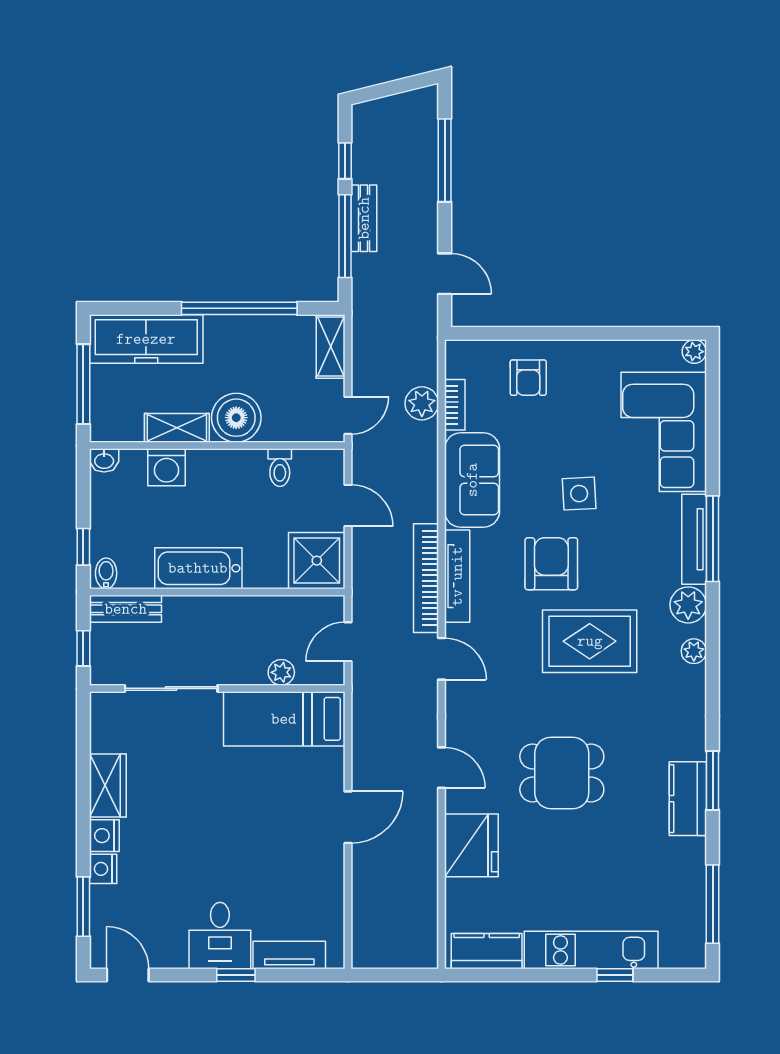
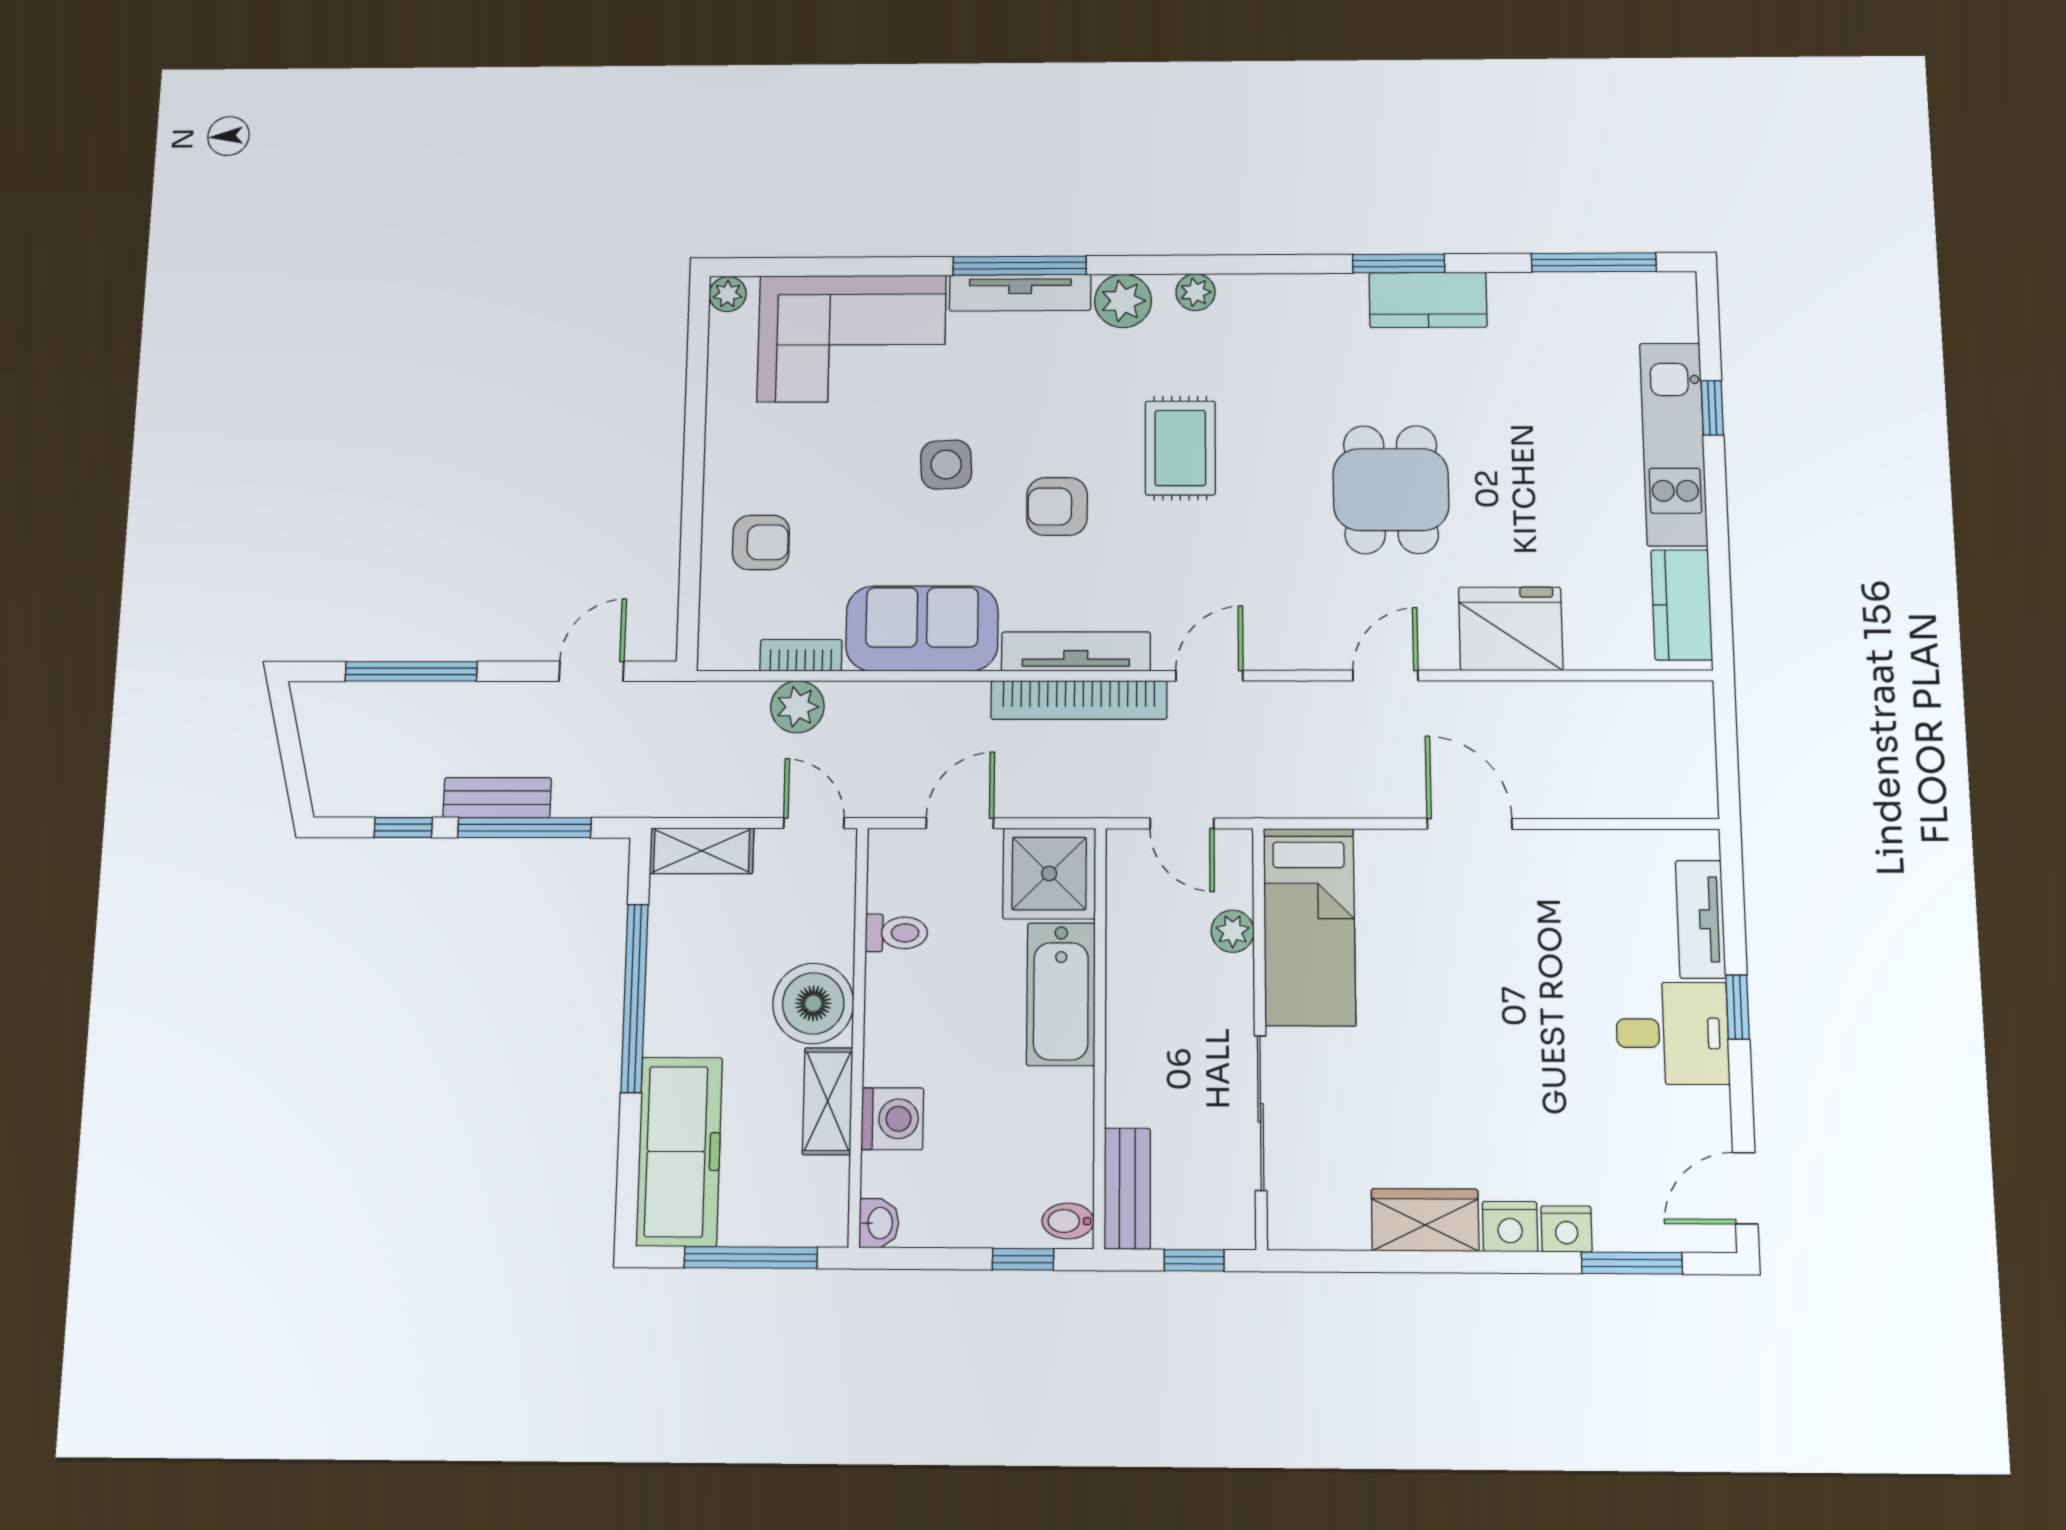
armchair: (551, 564) -> (1057, 506), width x0.72, depth x0.72
bathtub: (198, 568) -> (1061, 994), moved
rug: (590, 641) -> (1180, 448), width x0.73, depth x0.70

